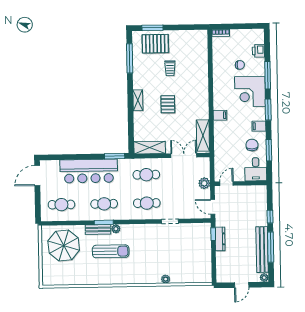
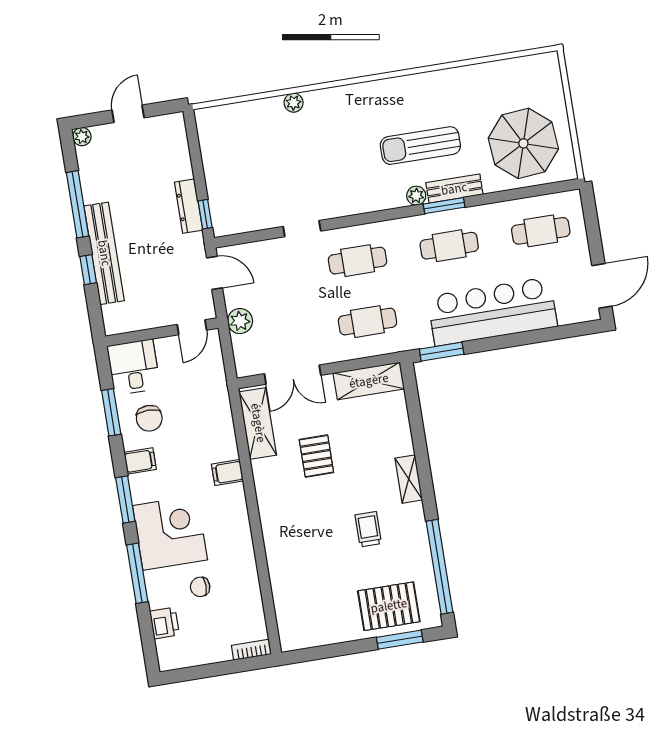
window: (130, 58) -> (439, 567), width x1.46
trolley: (170, 68) -> (368, 529), moved
pallet: (168, 104) -> (316, 456), moved
bench: (262, 250) -> (104, 253), moved

